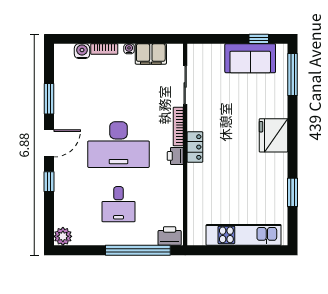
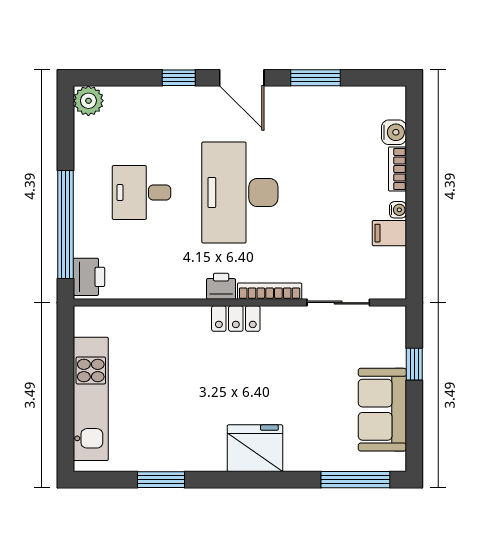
window: (259, 39) -> (414, 364), moved
filing cabinet: (151, 54) -> (389, 233), width x0.50

